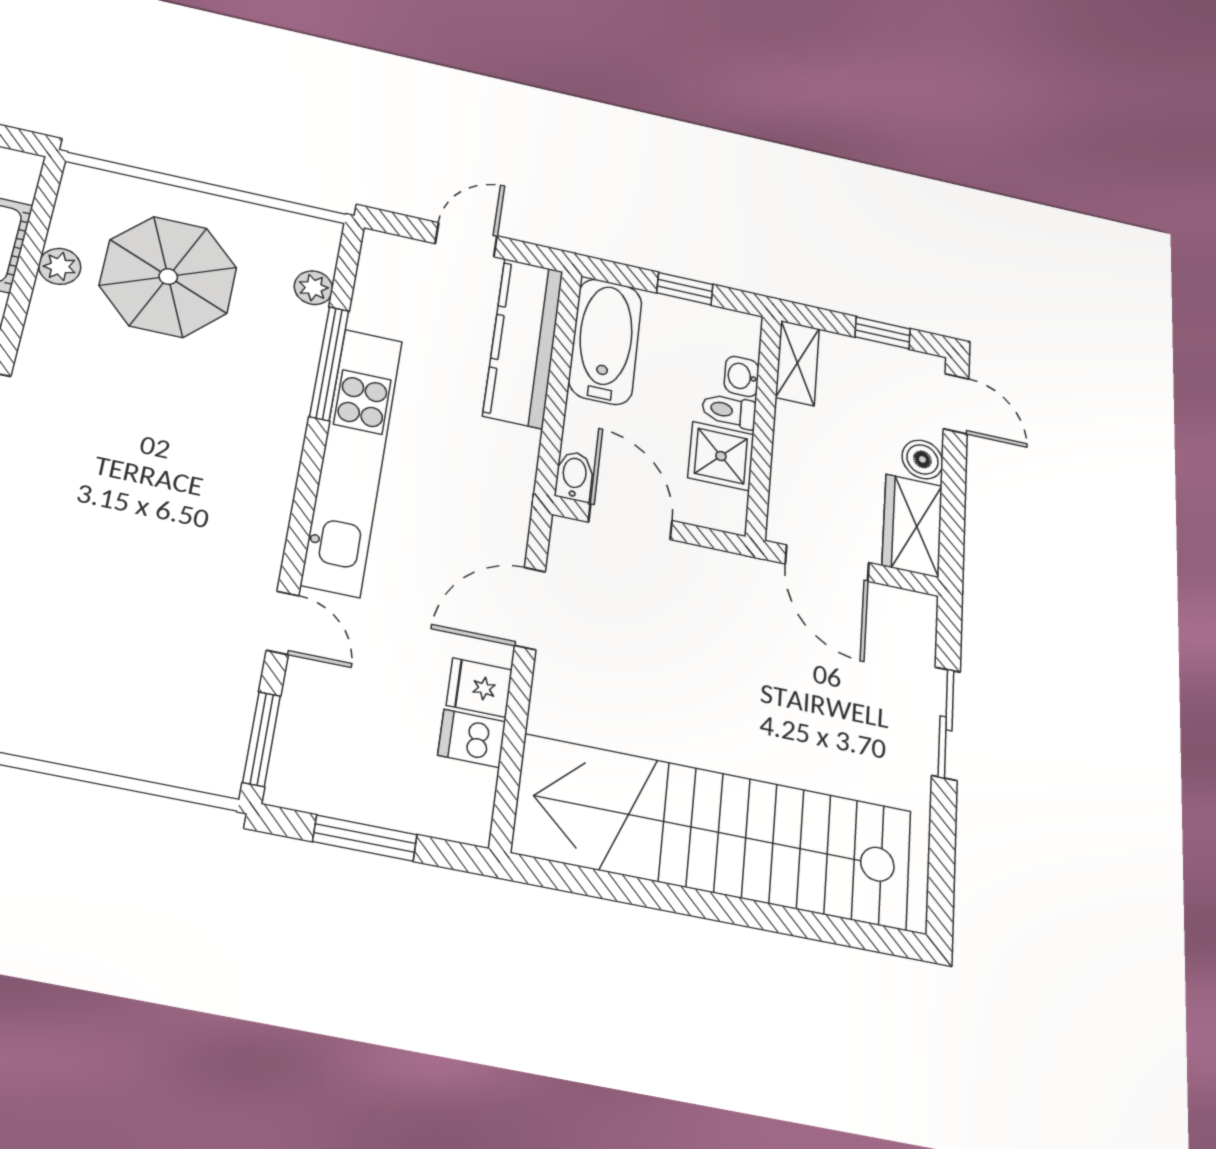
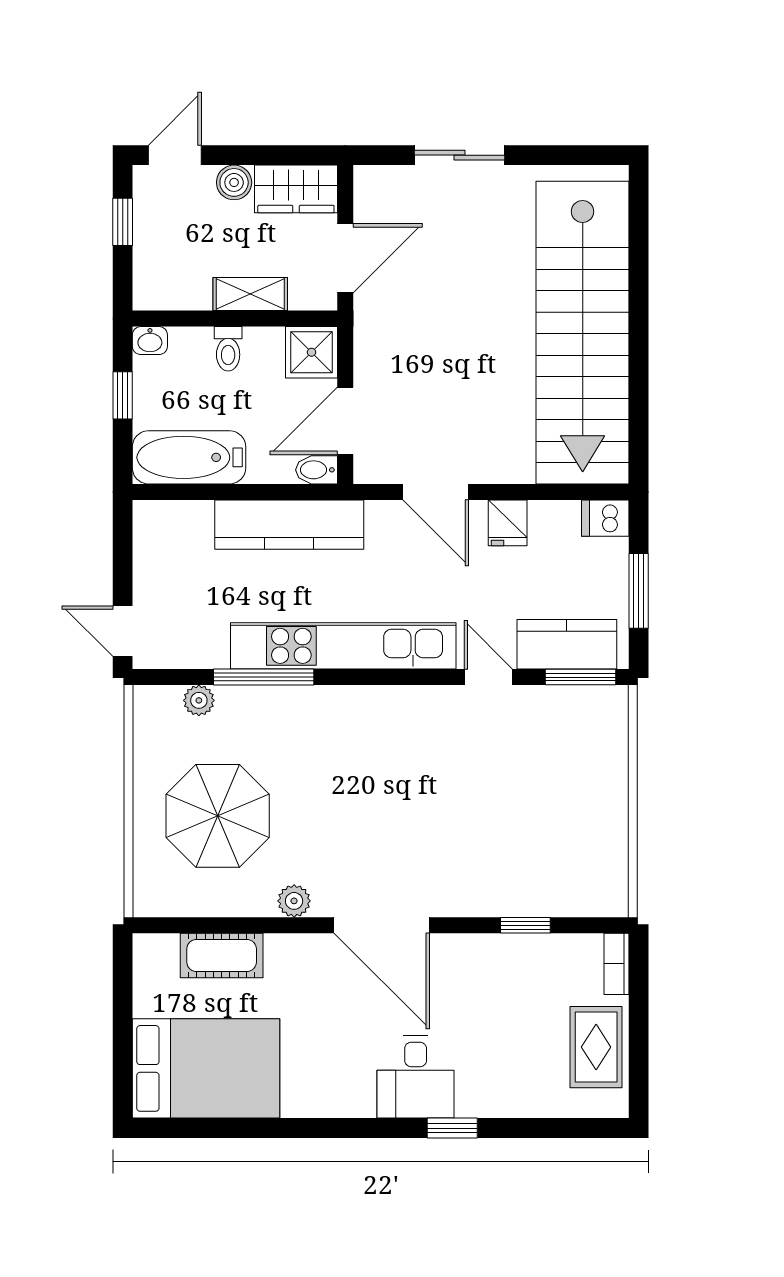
door: (466, 240) -> (123, 631), moved
plant: (60, 266) -> (294, 901), moved
kitchen counter: (523, 343) -> (289, 525), moved
shelving: (797, 363) -> (250, 294), moved
washbasin: (742, 376) -> (150, 341), moved
shower: (721, 456) -> (311, 352), moved
door: (283, 623) -> (488, 677), hinge flipped
kitchen counter: (309, 730) -> (567, 644), added
dishwasher: (472, 738) -> (605, 518), moved, turned 90

